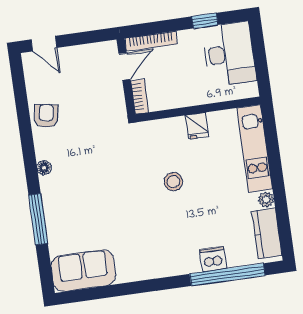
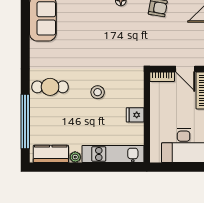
cafe table: (175, 247) -> (50, 87), added
dishwasher: (213, 259) -> (38, 113), removed

